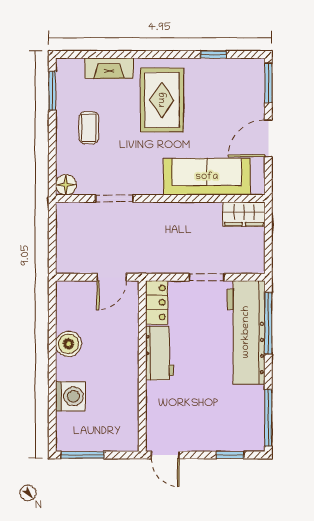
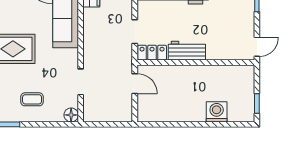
doorway: (207, 277) -> (135, 32), moved
boiler: (69, 344) -> (181, 113), removed
window: (83, 455) -> (257, 104), width x0.67

